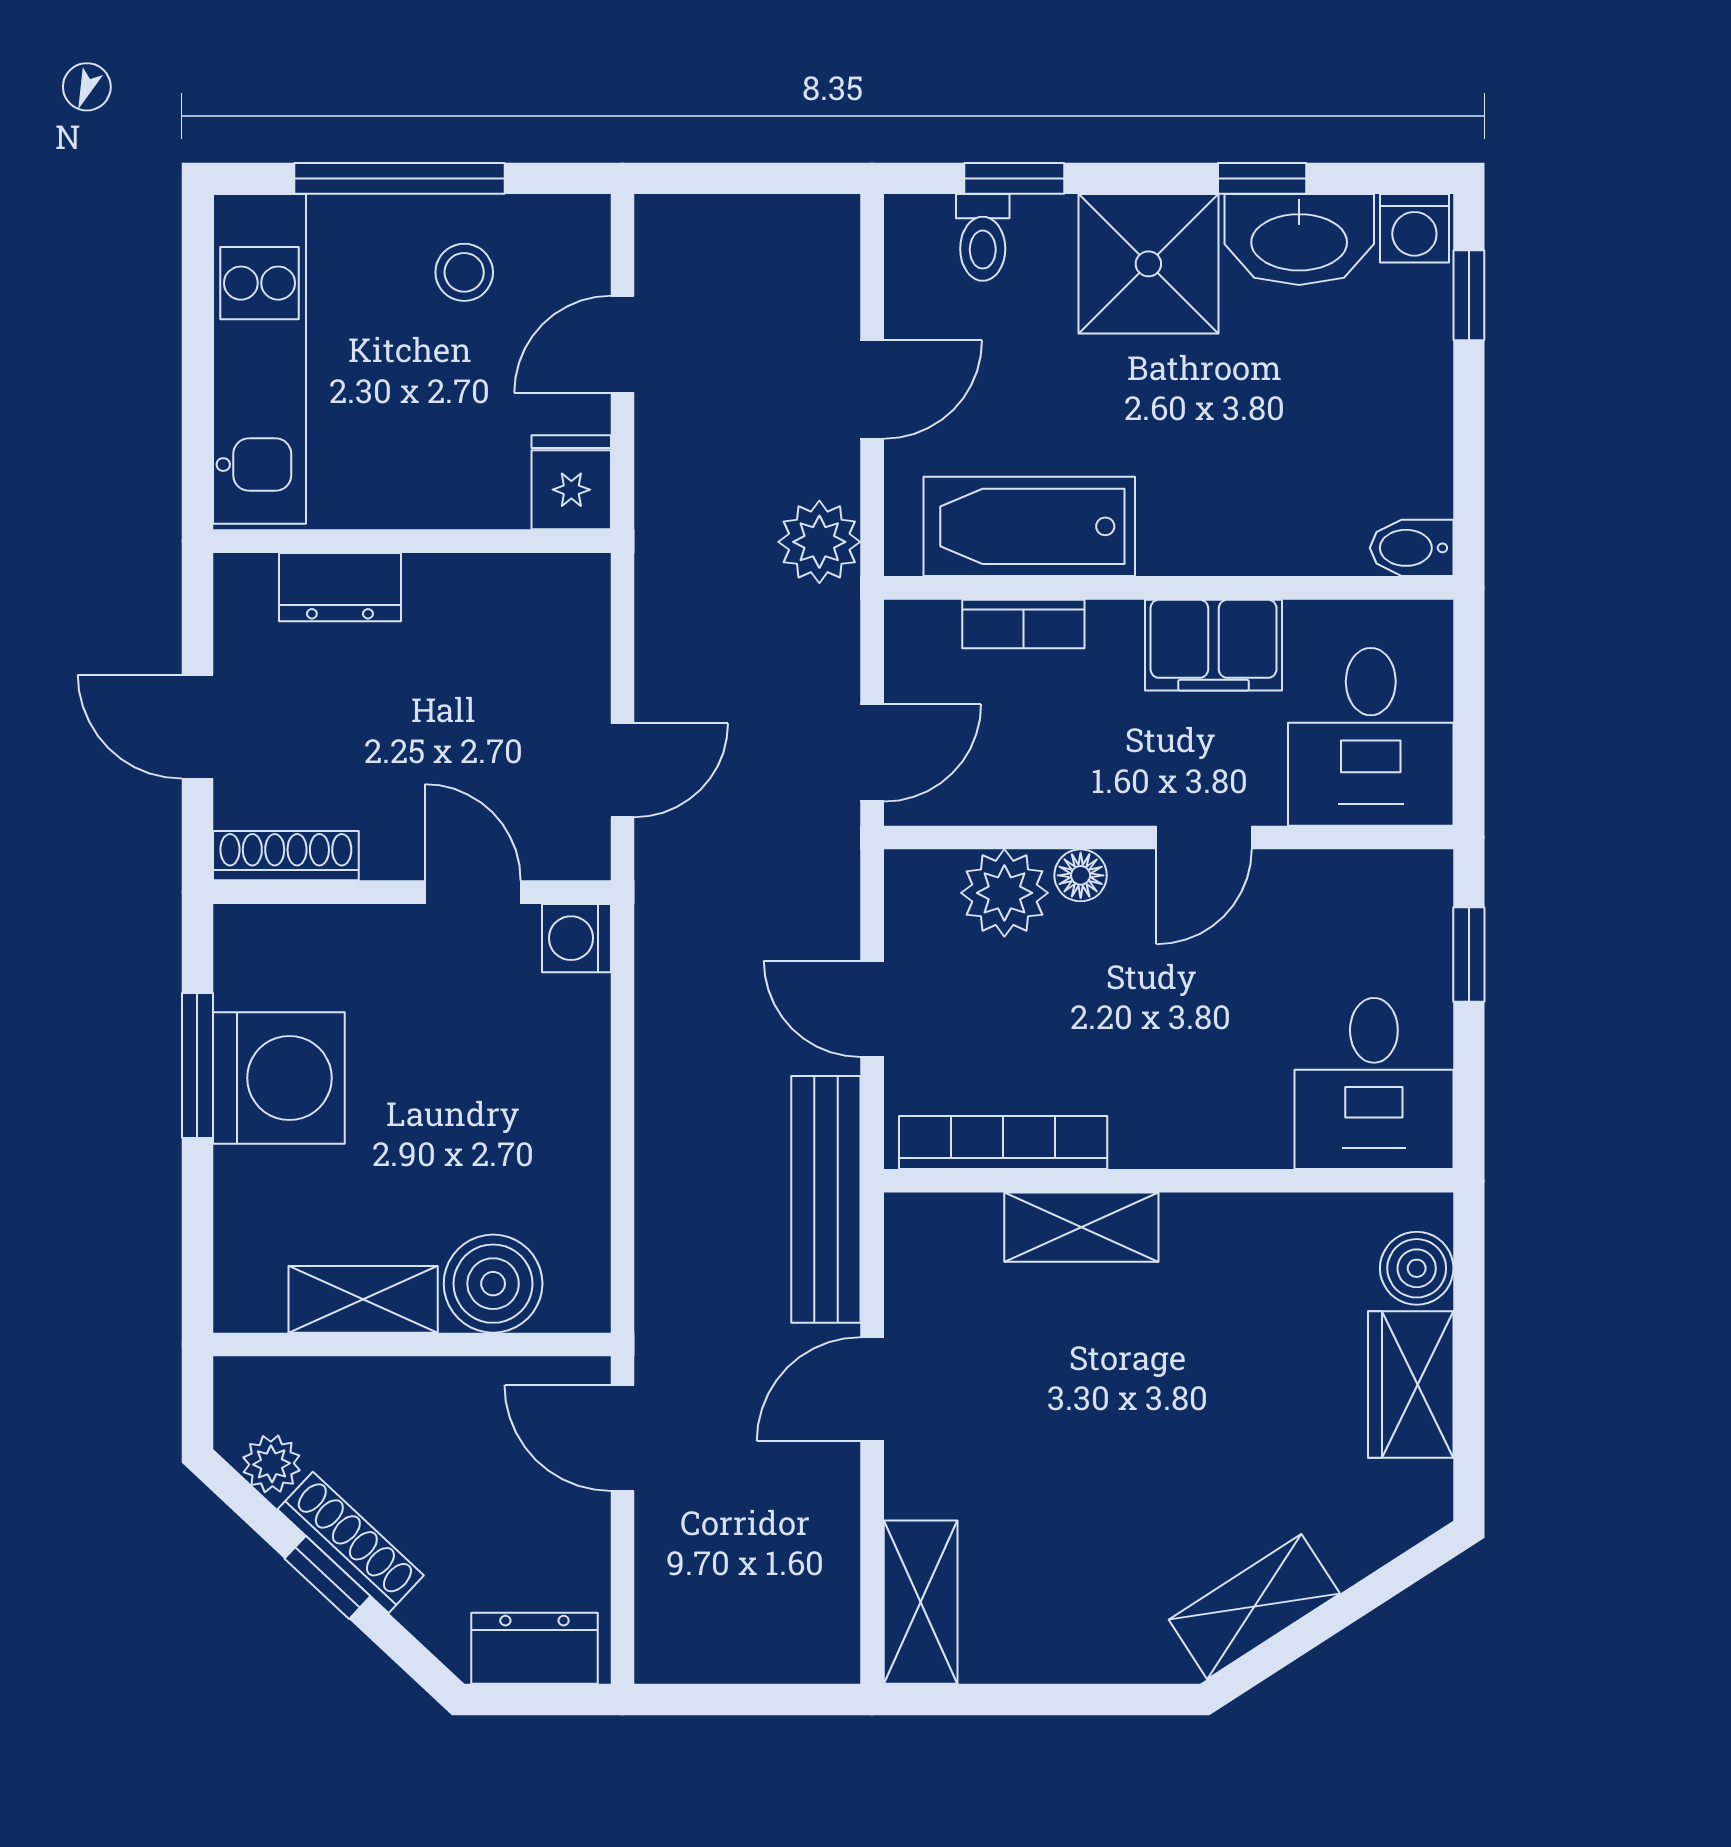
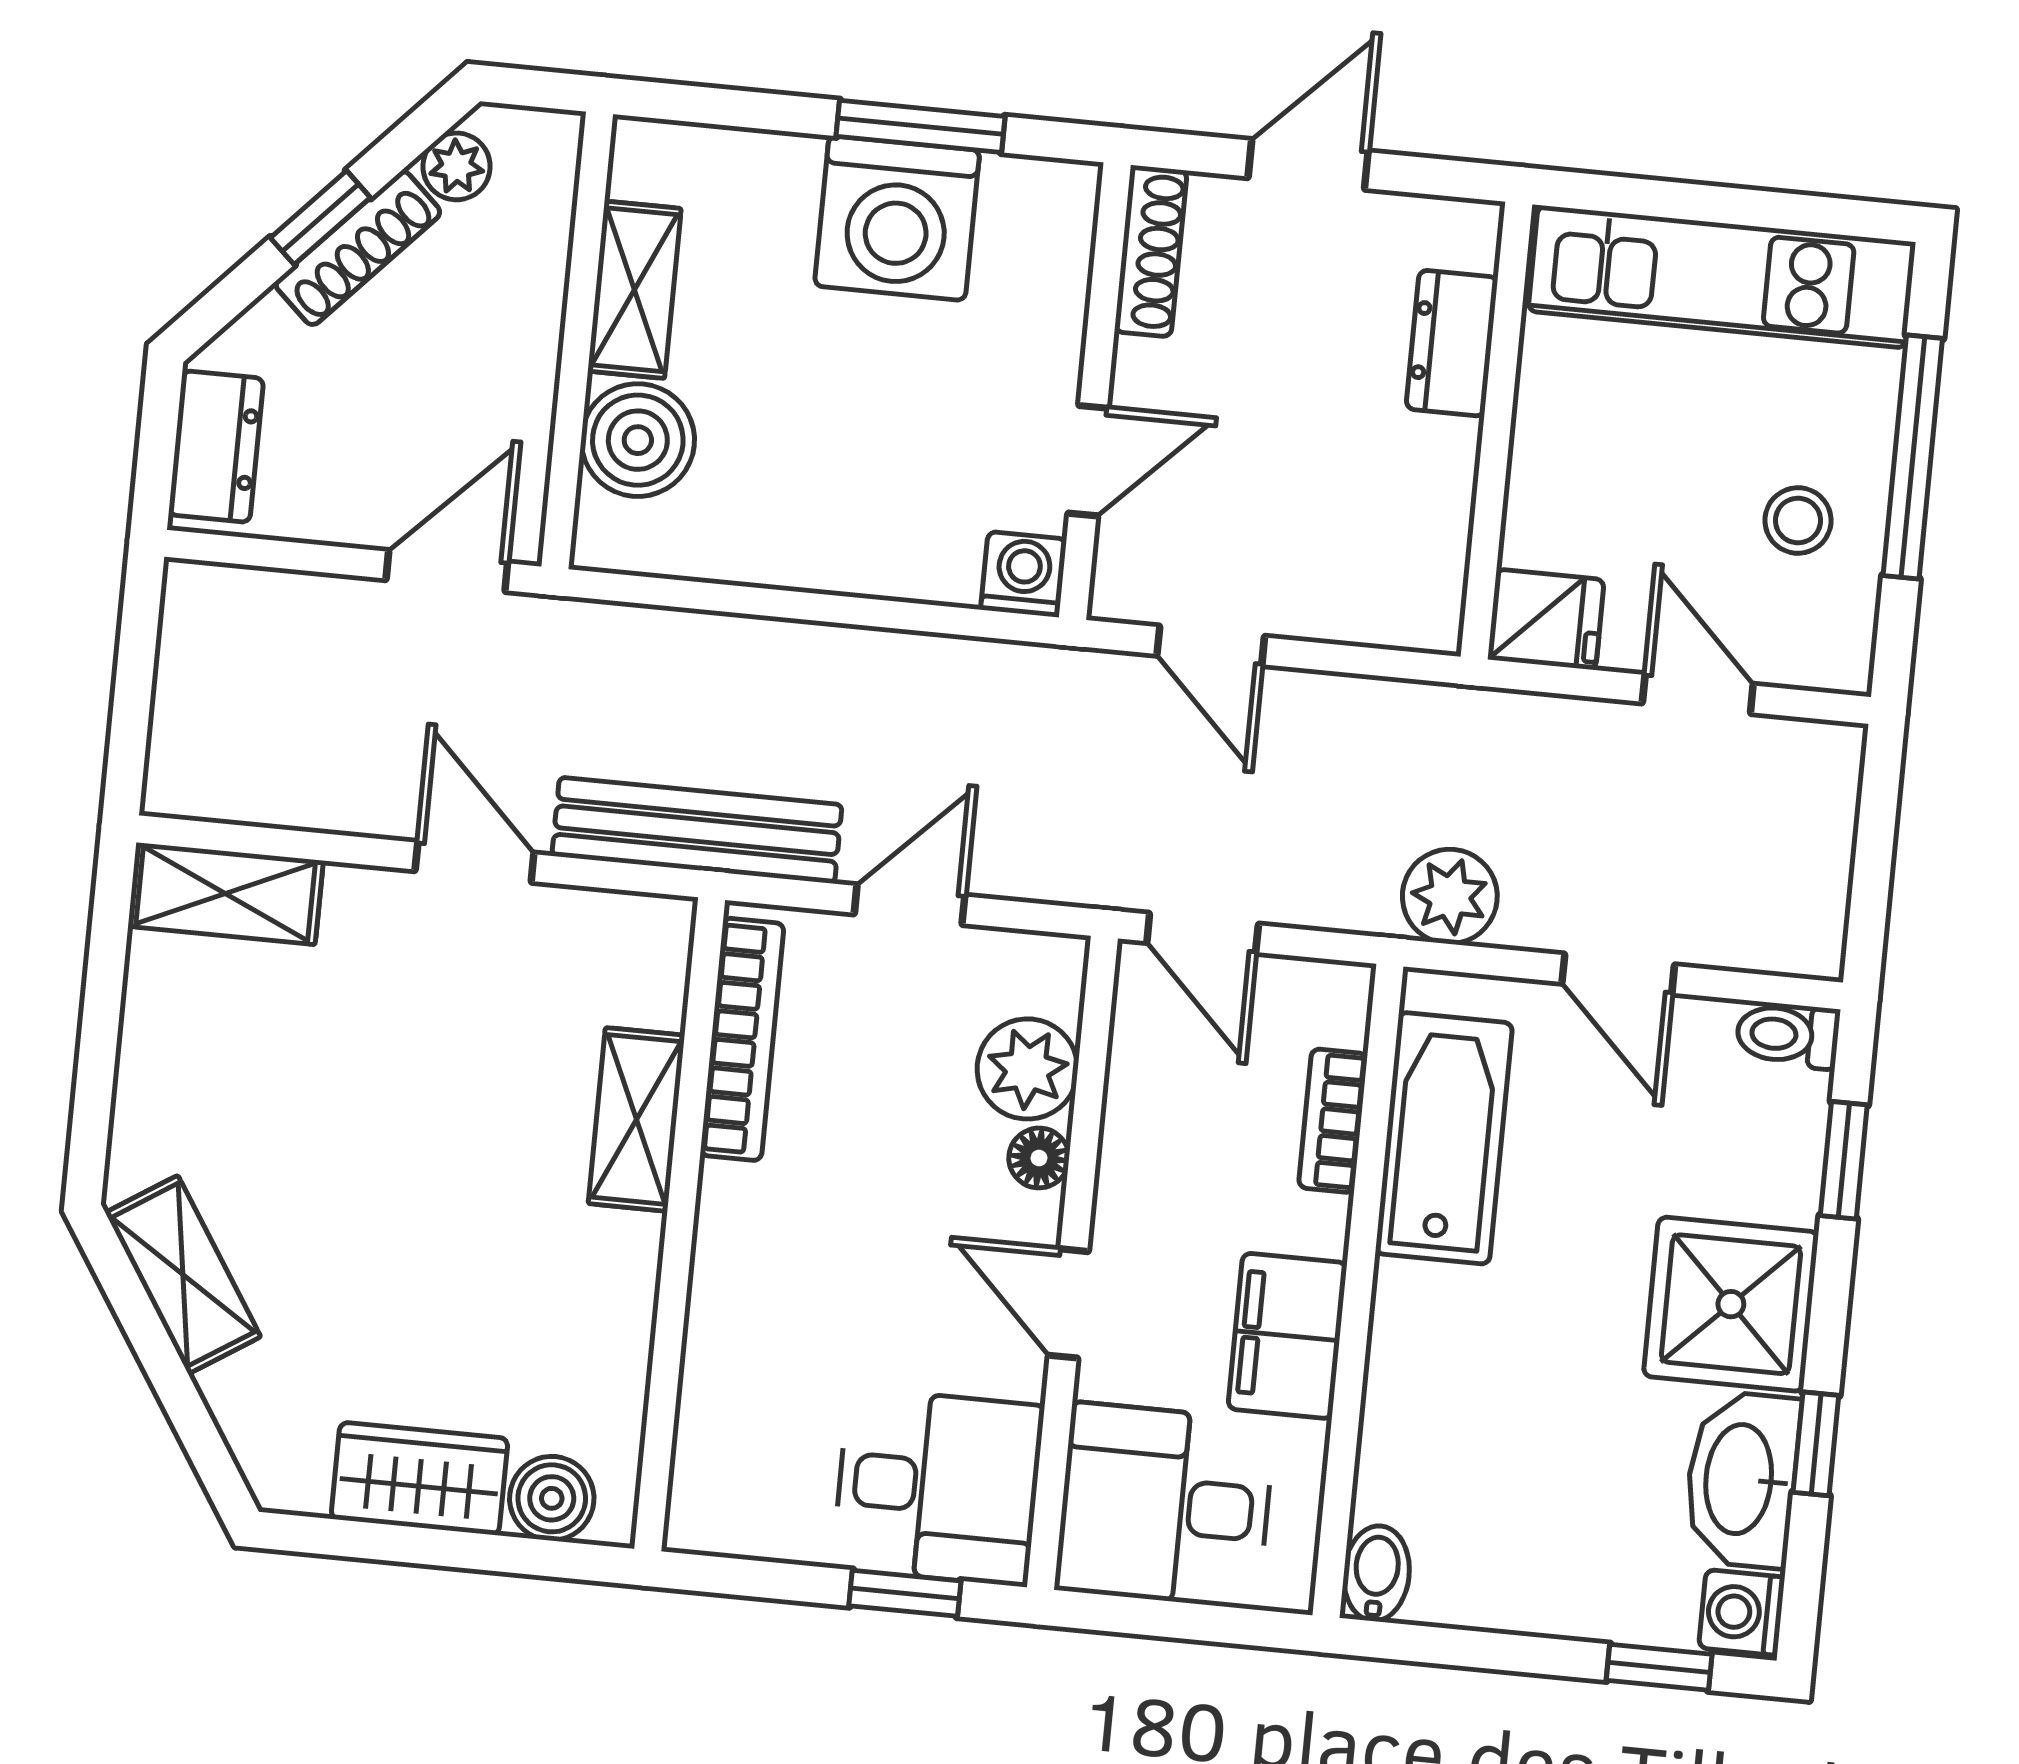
toilet: (983, 237) -> (1788, 1035), moved
desk: (1374, 1083) -> (938, 1487), moved, turned 180

